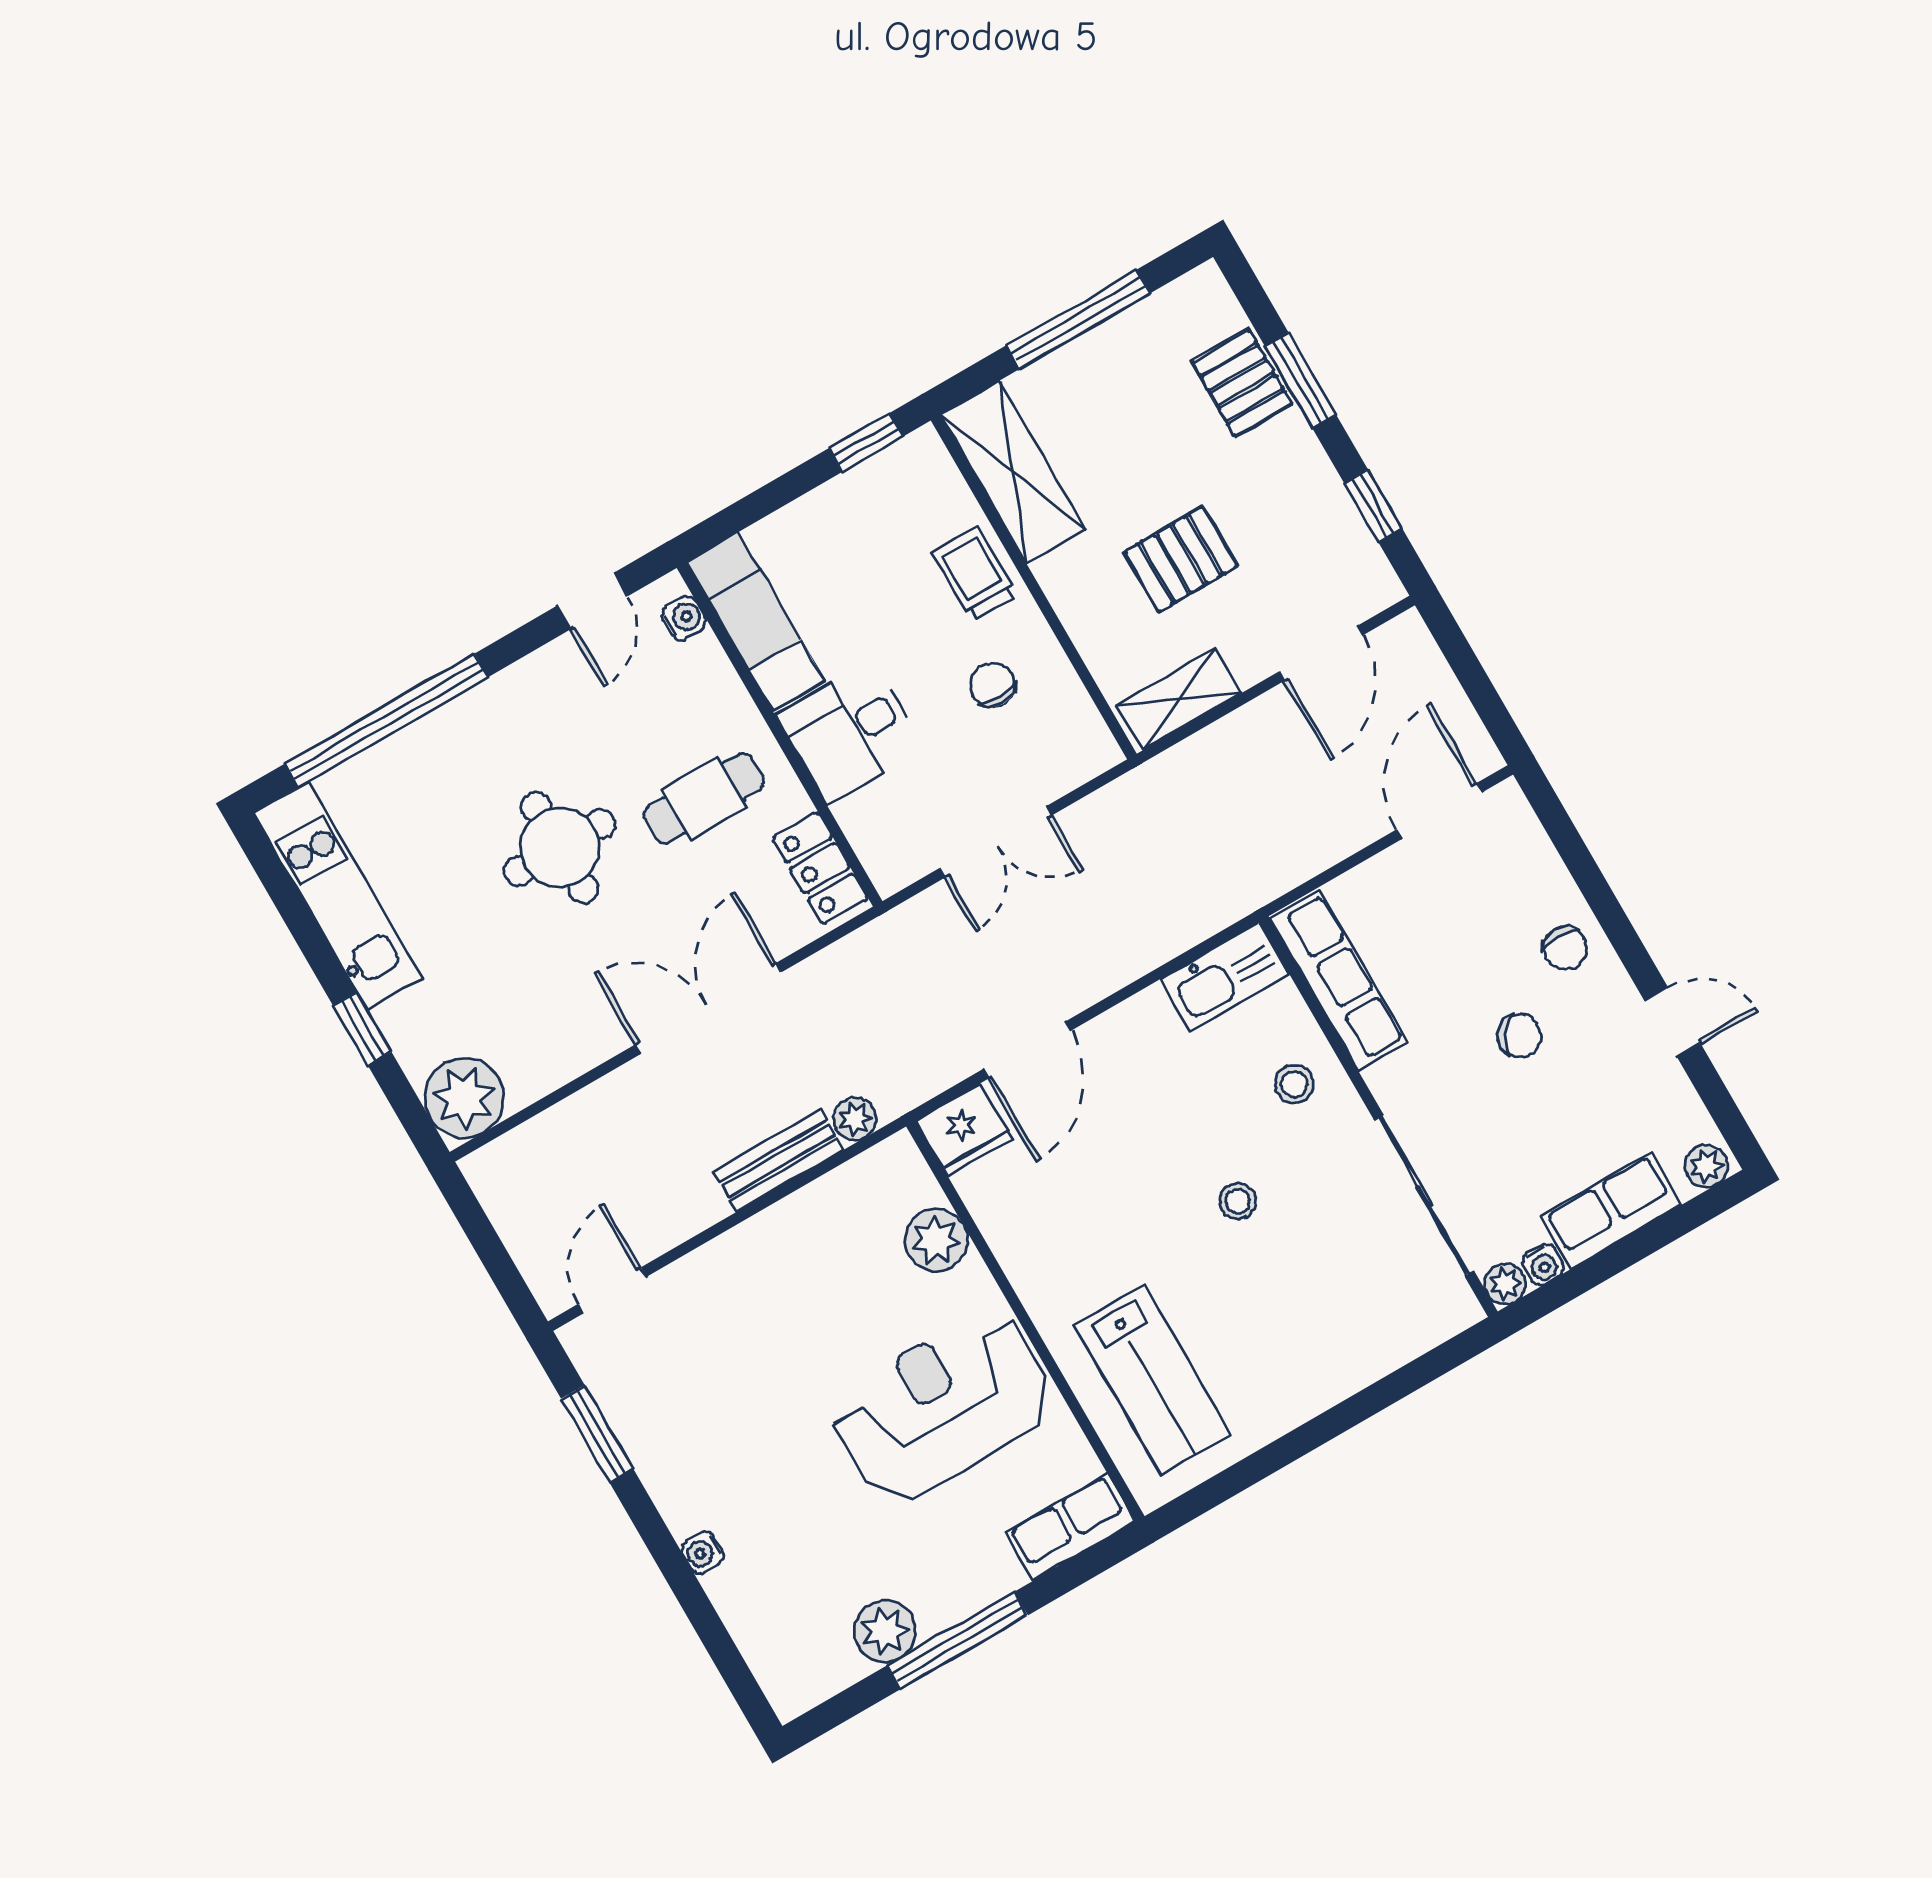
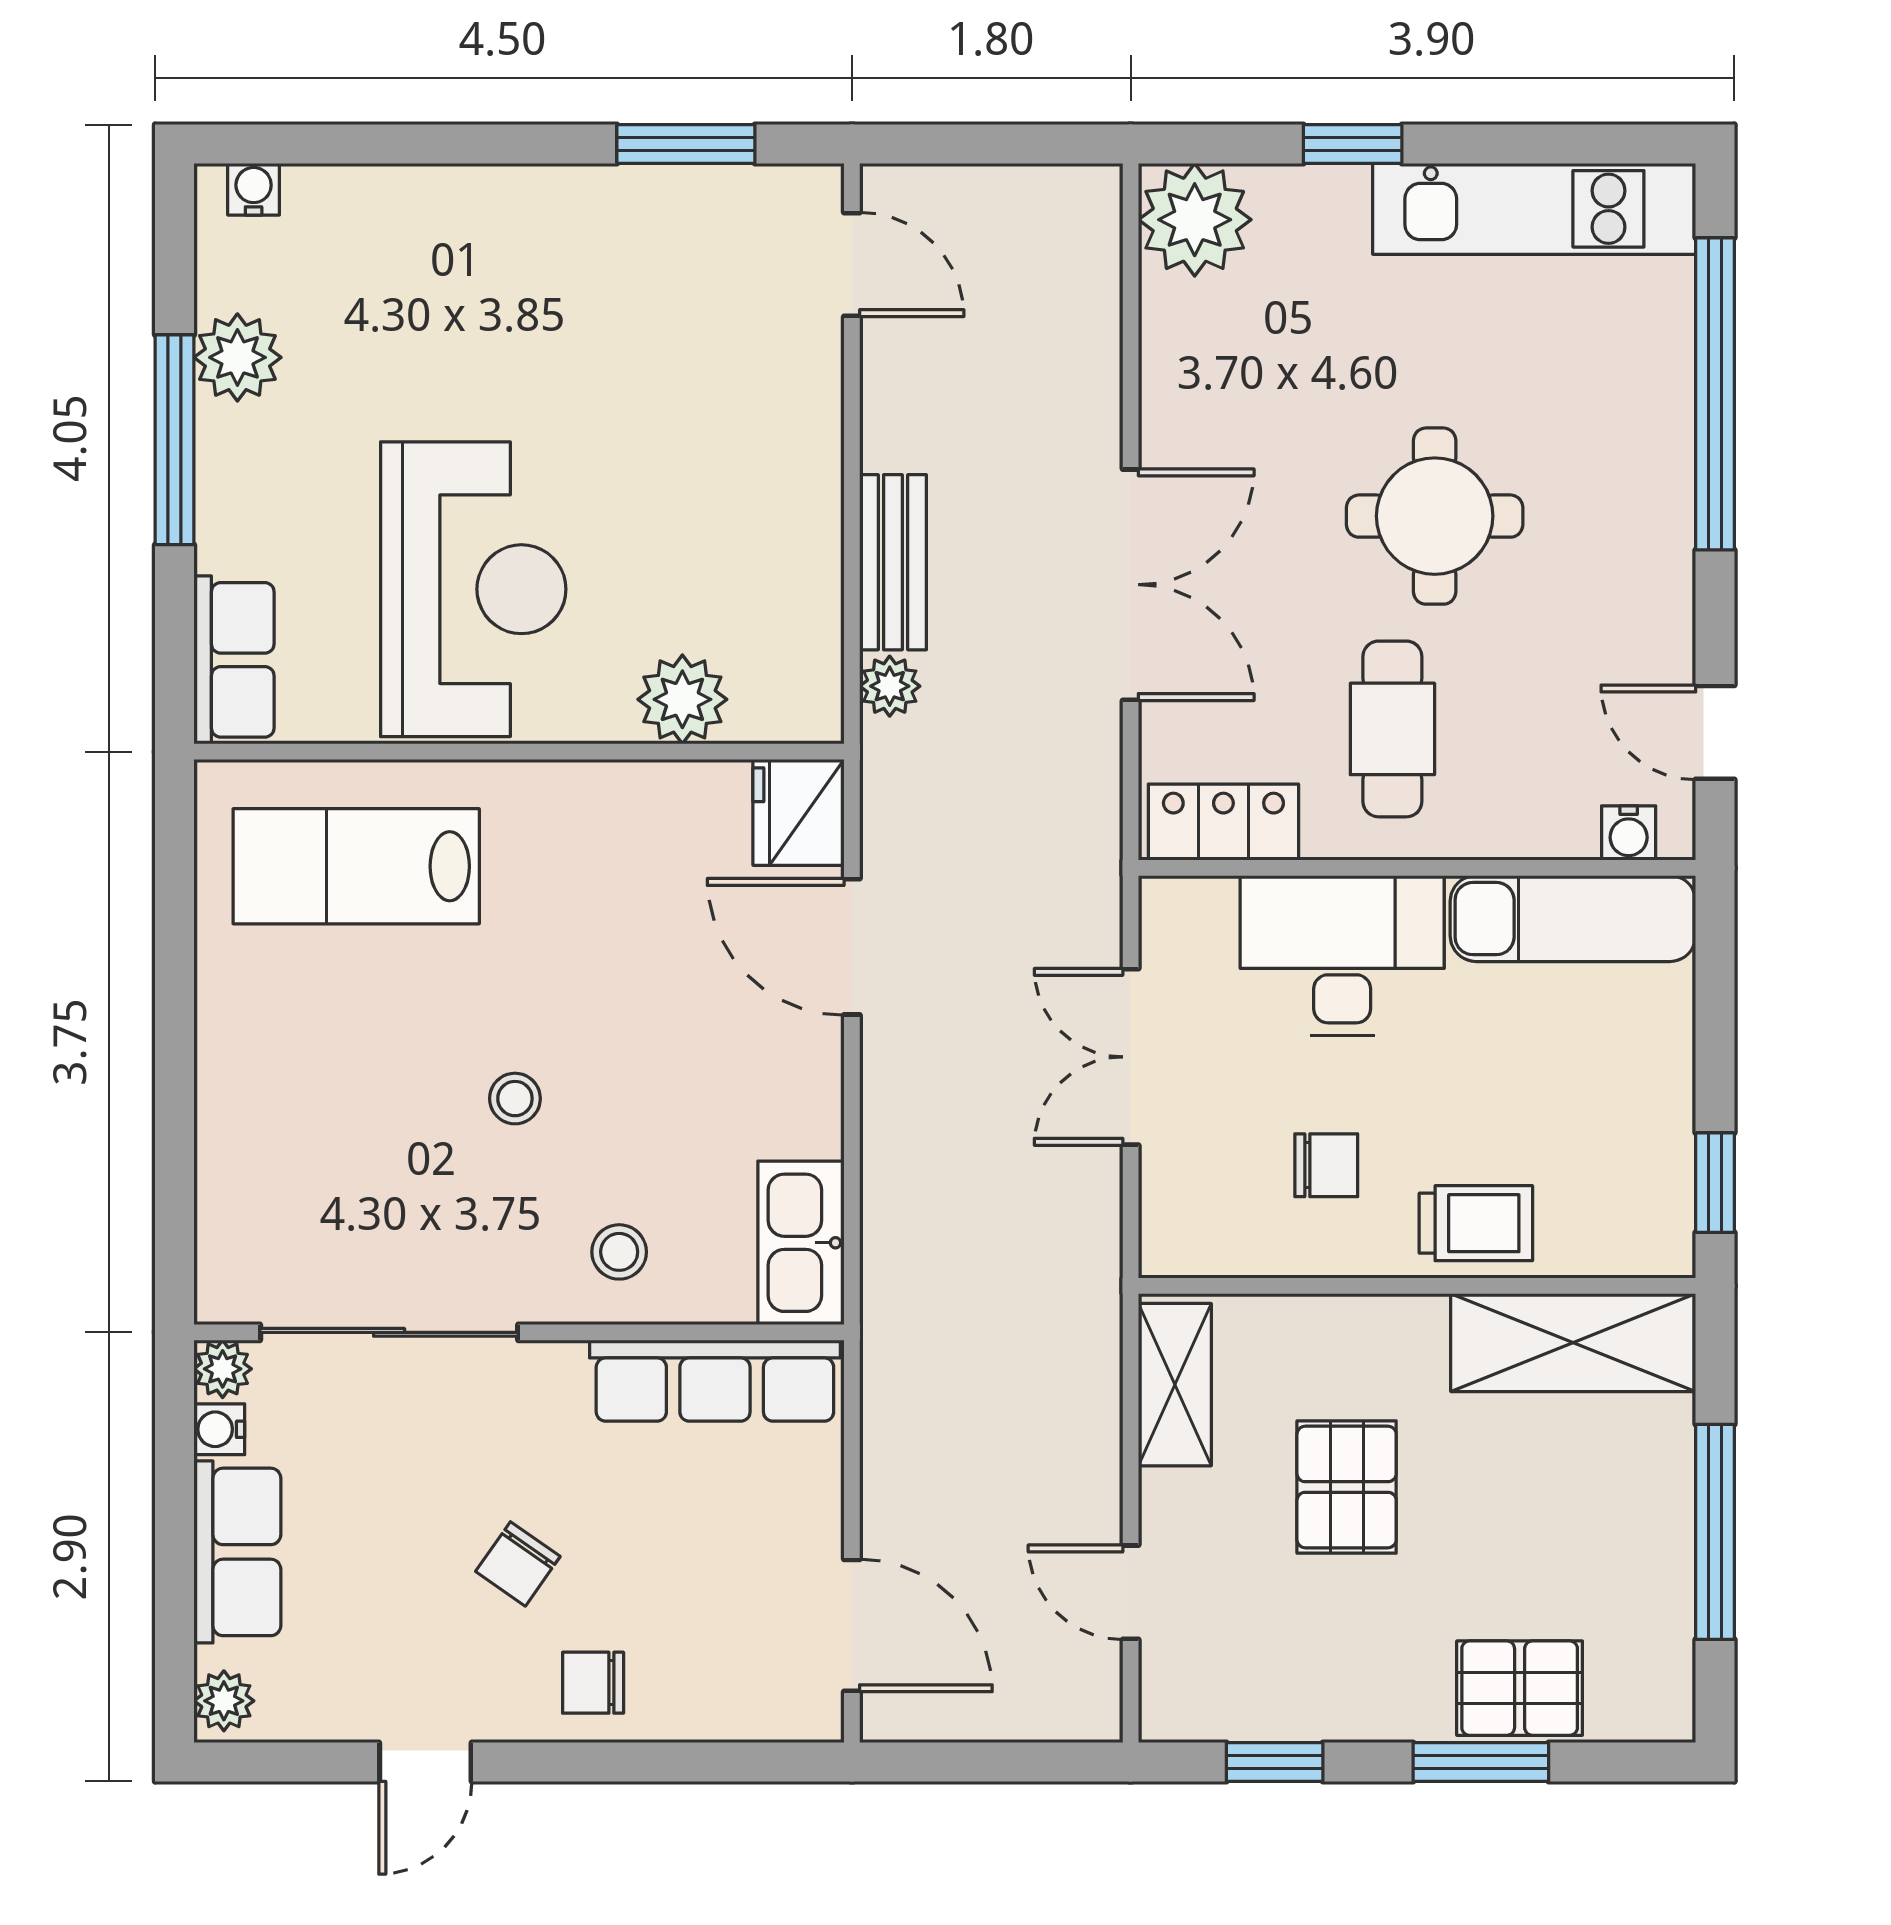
door: (1321, 653) -> (1131, 1592), width x0.73
desk: (850, 732) -> (1342, 956), width x1.37
water cooler: (703, 1552) -> (254, 189), moved

